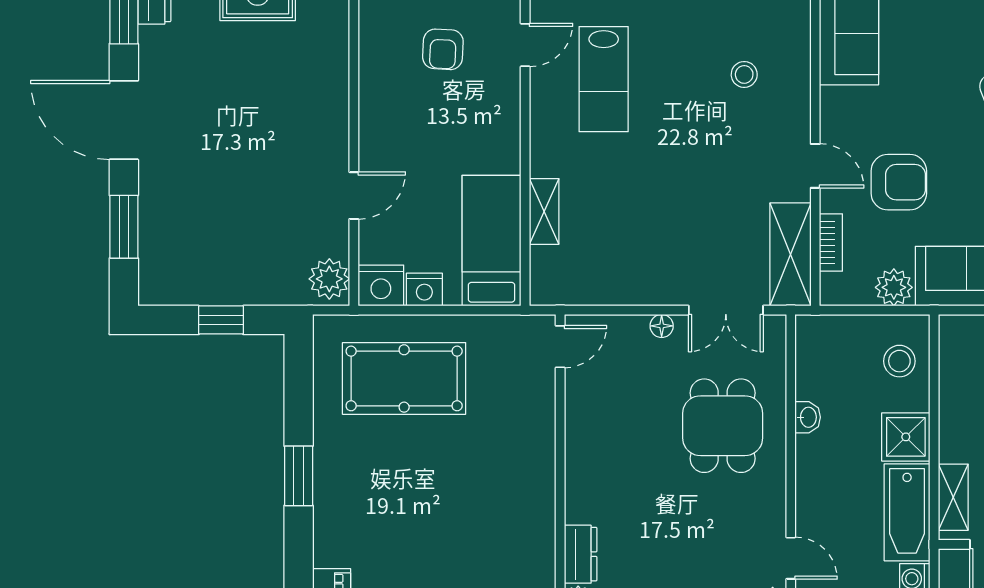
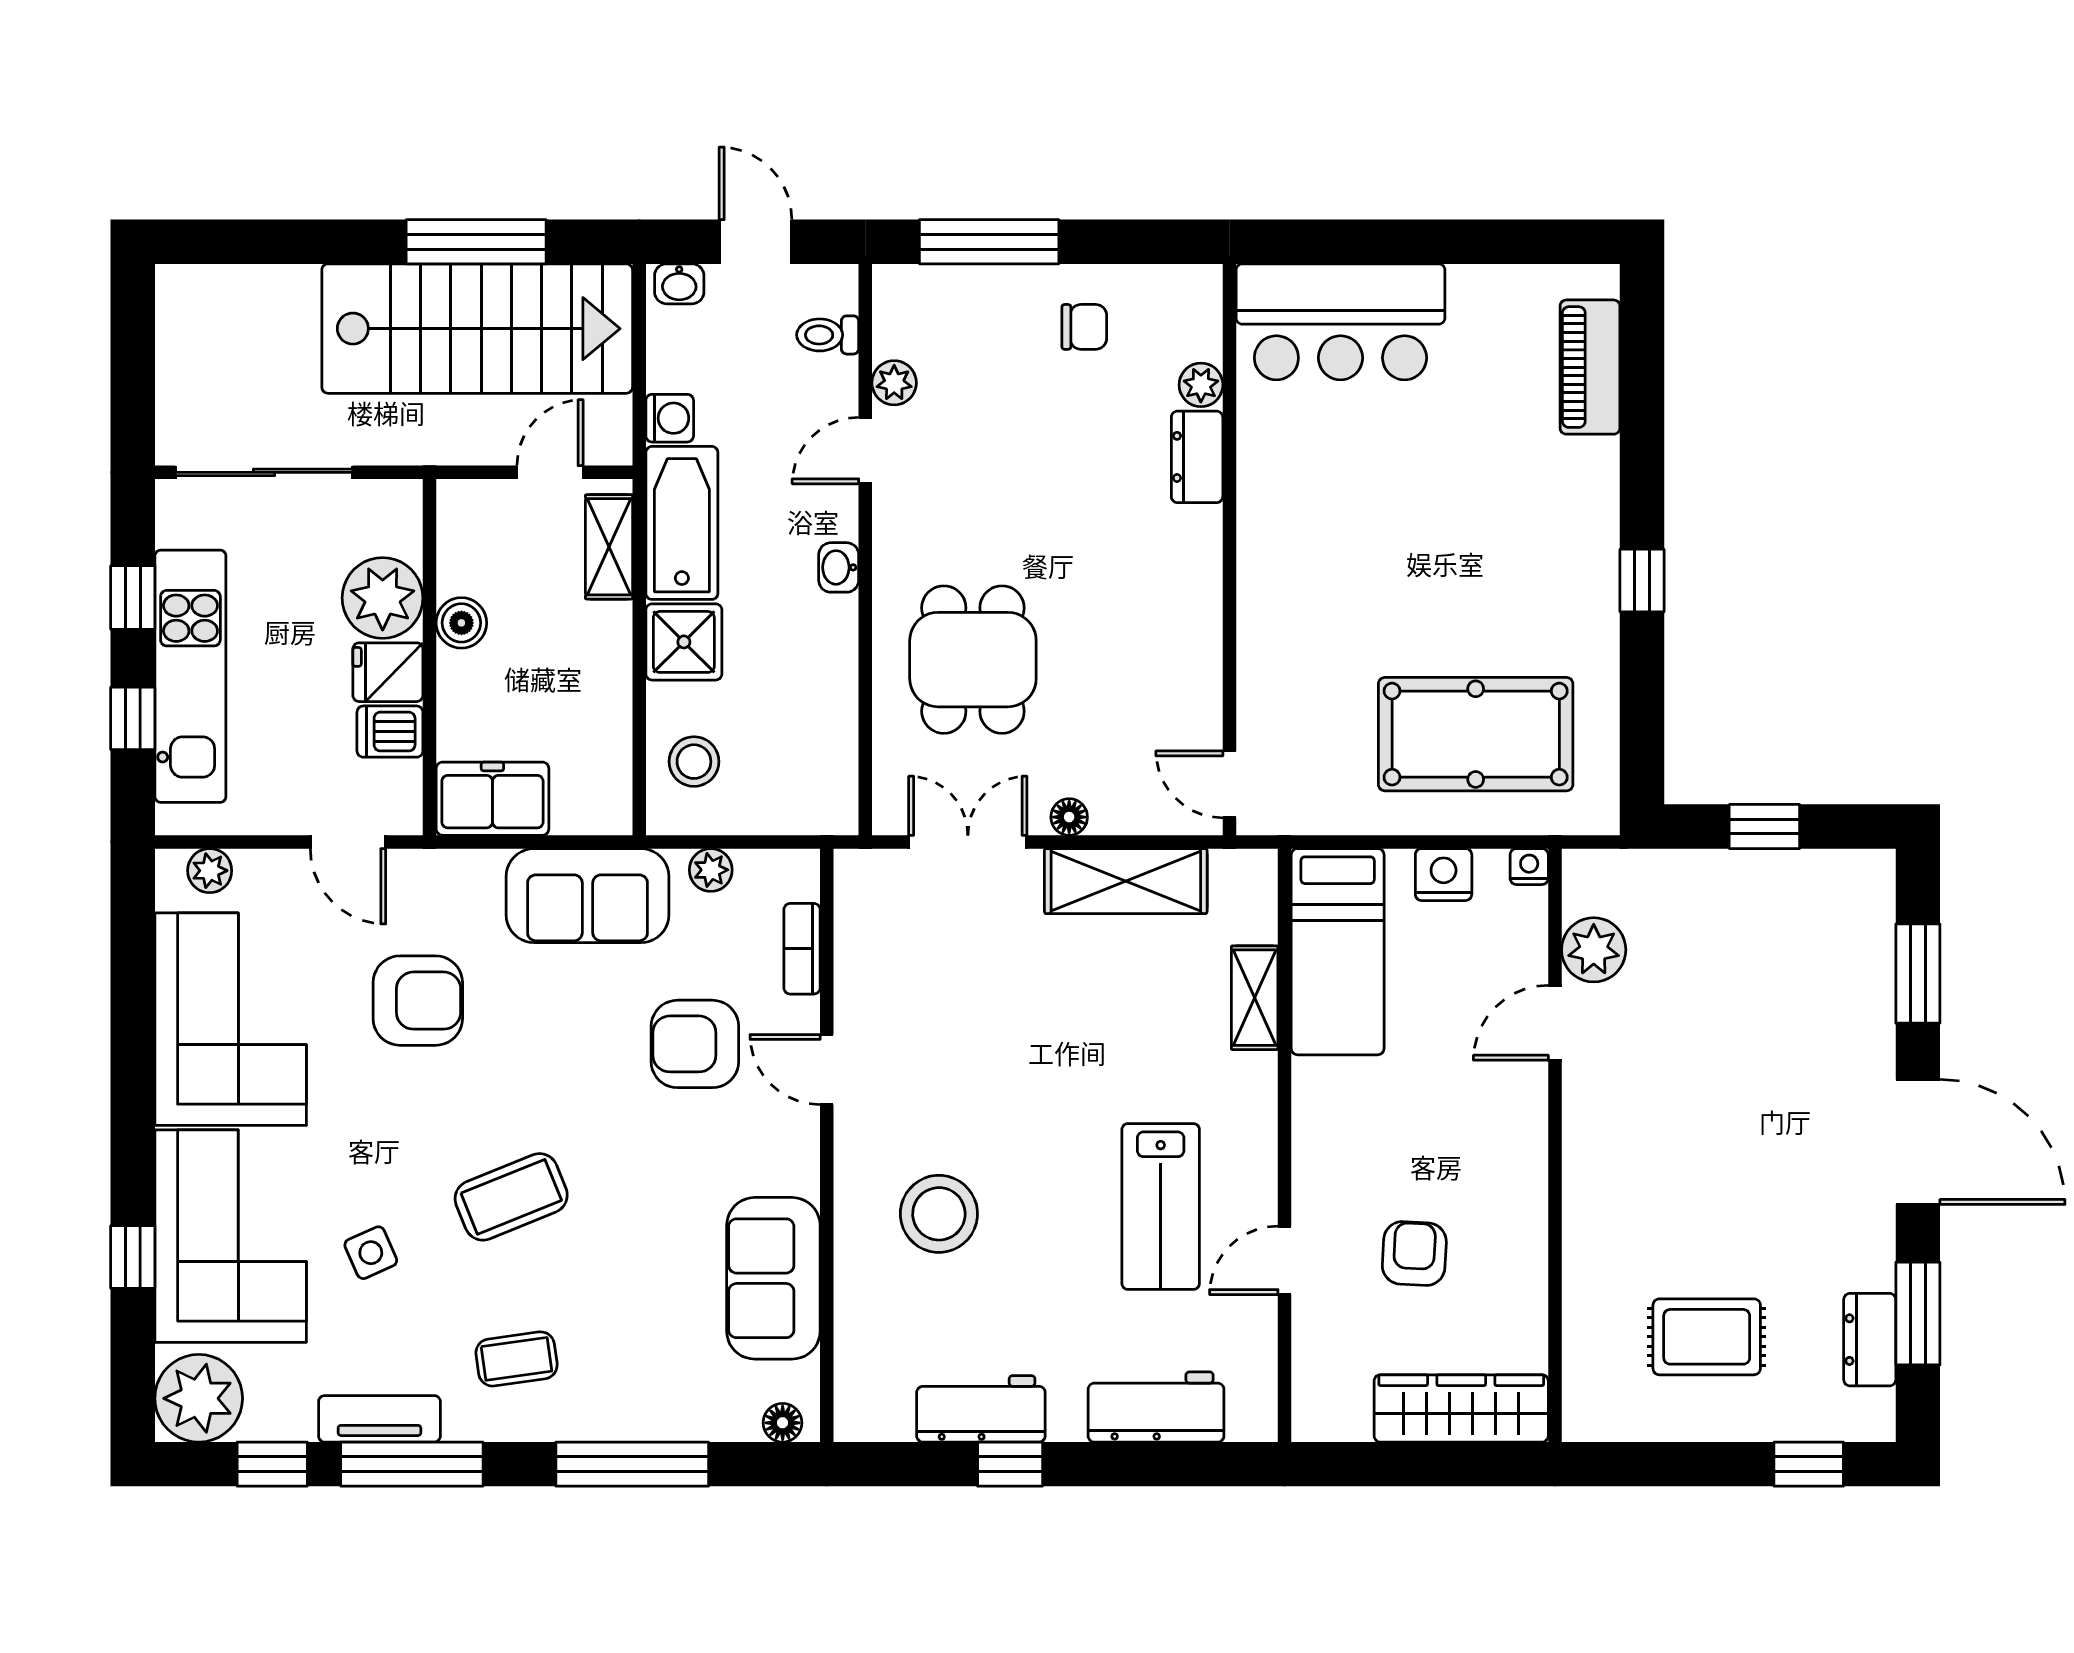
stool: (744, 74) -> (939, 1214), width x1.89, depth x1.89
lab bench: (604, 79) -> (1161, 1207), turned 180
shelving: (790, 254) -> (1126, 881), moved, turned 90
plant: (329, 279) -> (1594, 950), moved
nightstand: (381, 285) -> (1529, 867), width x0.53, depth x0.56
plant: (894, 287) -> (711, 870), width x0.73, depth x0.73
door: (560, 347) -> (1229, 784), hinge flipped
washbasin: (808, 417) -> (839, 567), moved
window: (299, 476) -> (1642, 580), width x0.67
door: (791, 558) -> (865, 451), hinge flipped

